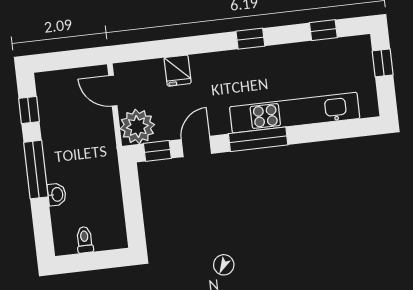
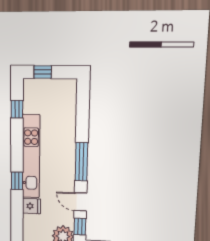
window: (250, 39) -> (17, 181), moved
kitchen unit: (295, 113) -> (31, 156), moved, turned 180

